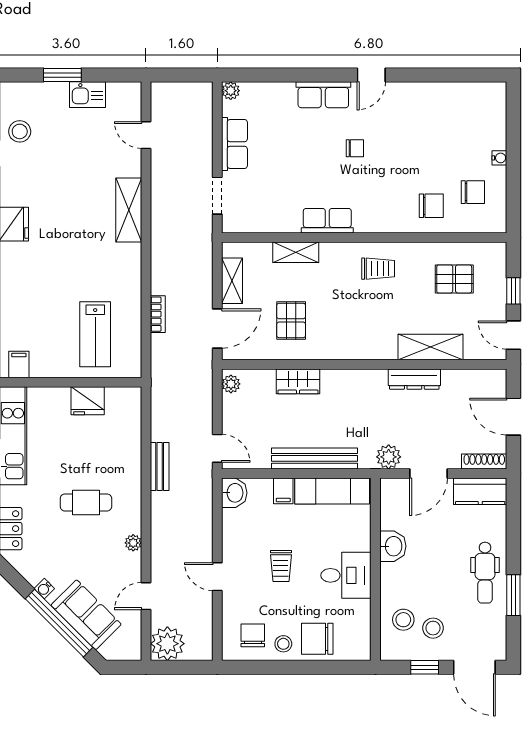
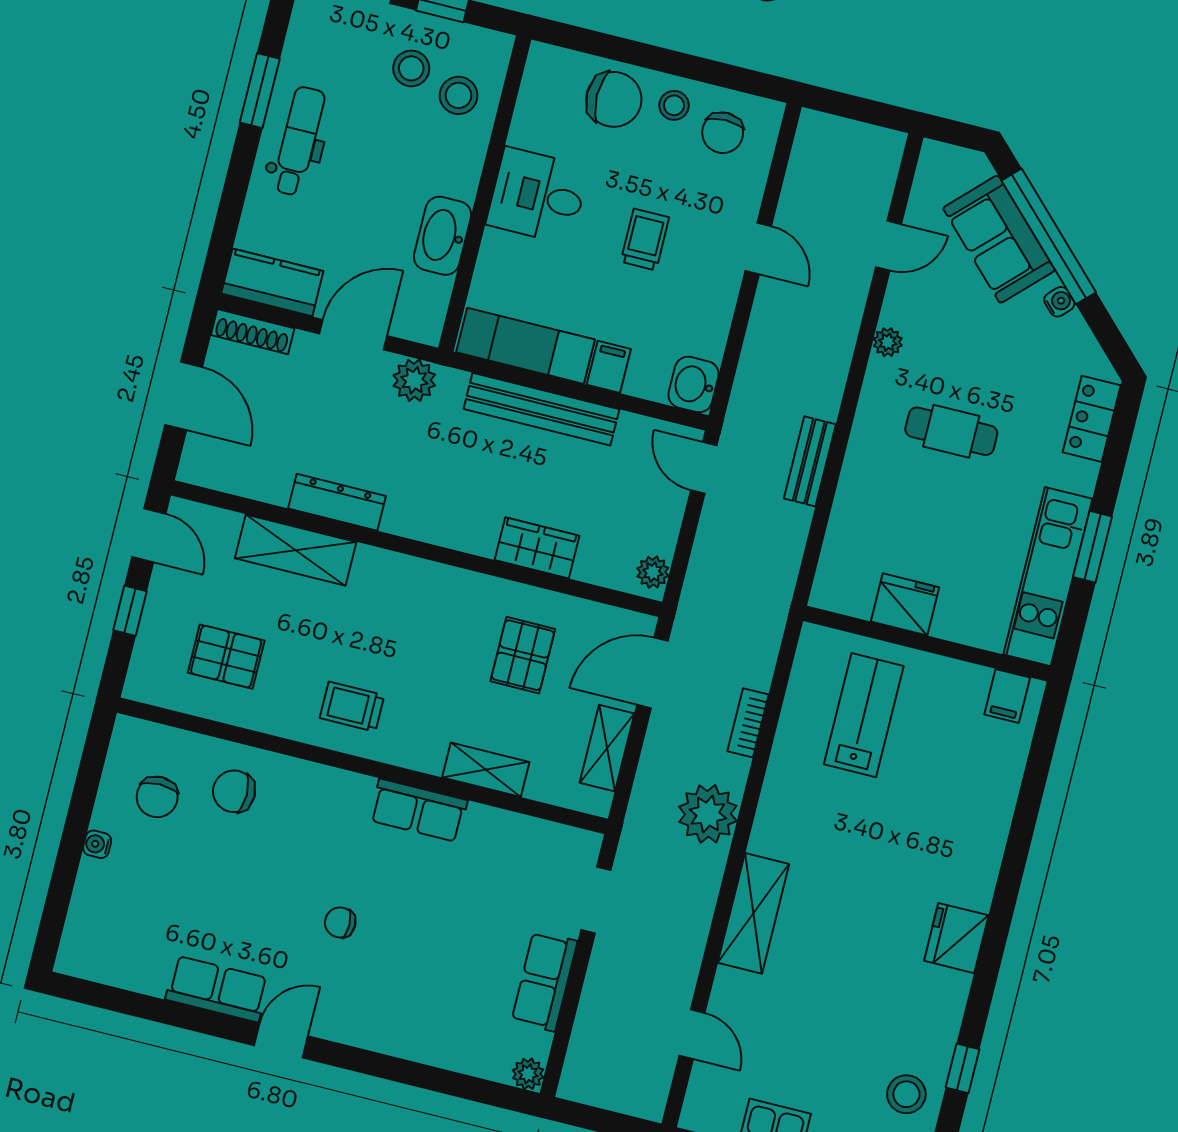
row of seats: (323, 95) -> (217, 989), moved
chair: (473, 192) -> (157, 797), turned -90
washbasin: (393, 546) -> (443, 236), width x1.38
plant: (167, 644) -> (708, 814), moved

